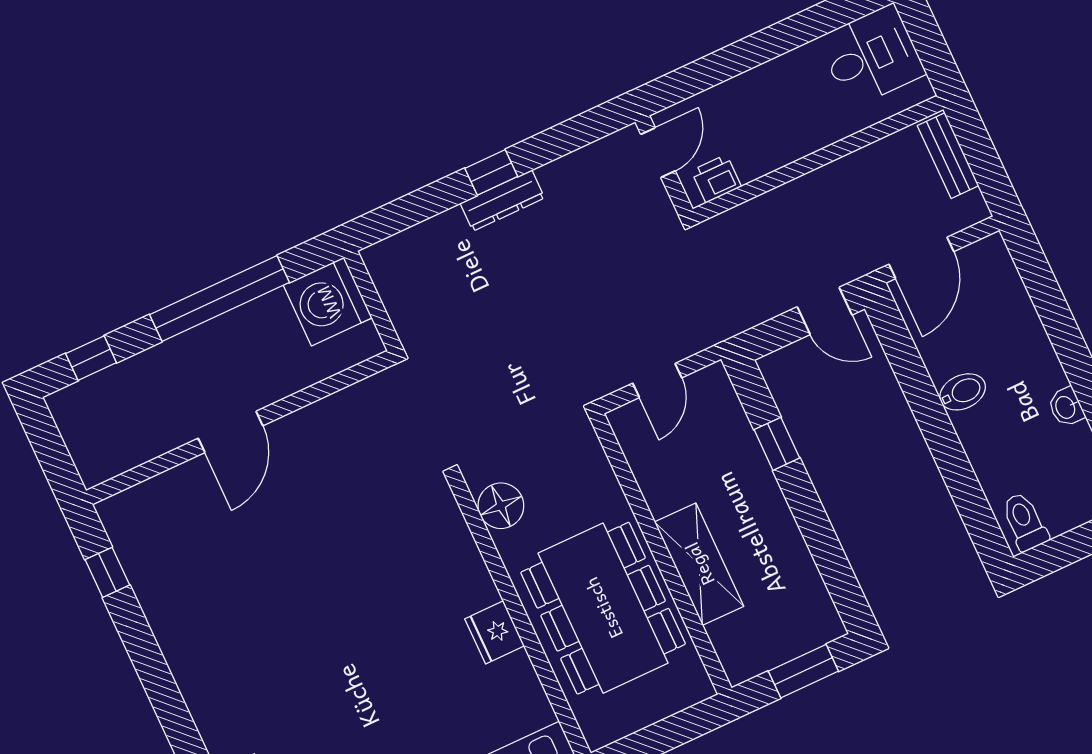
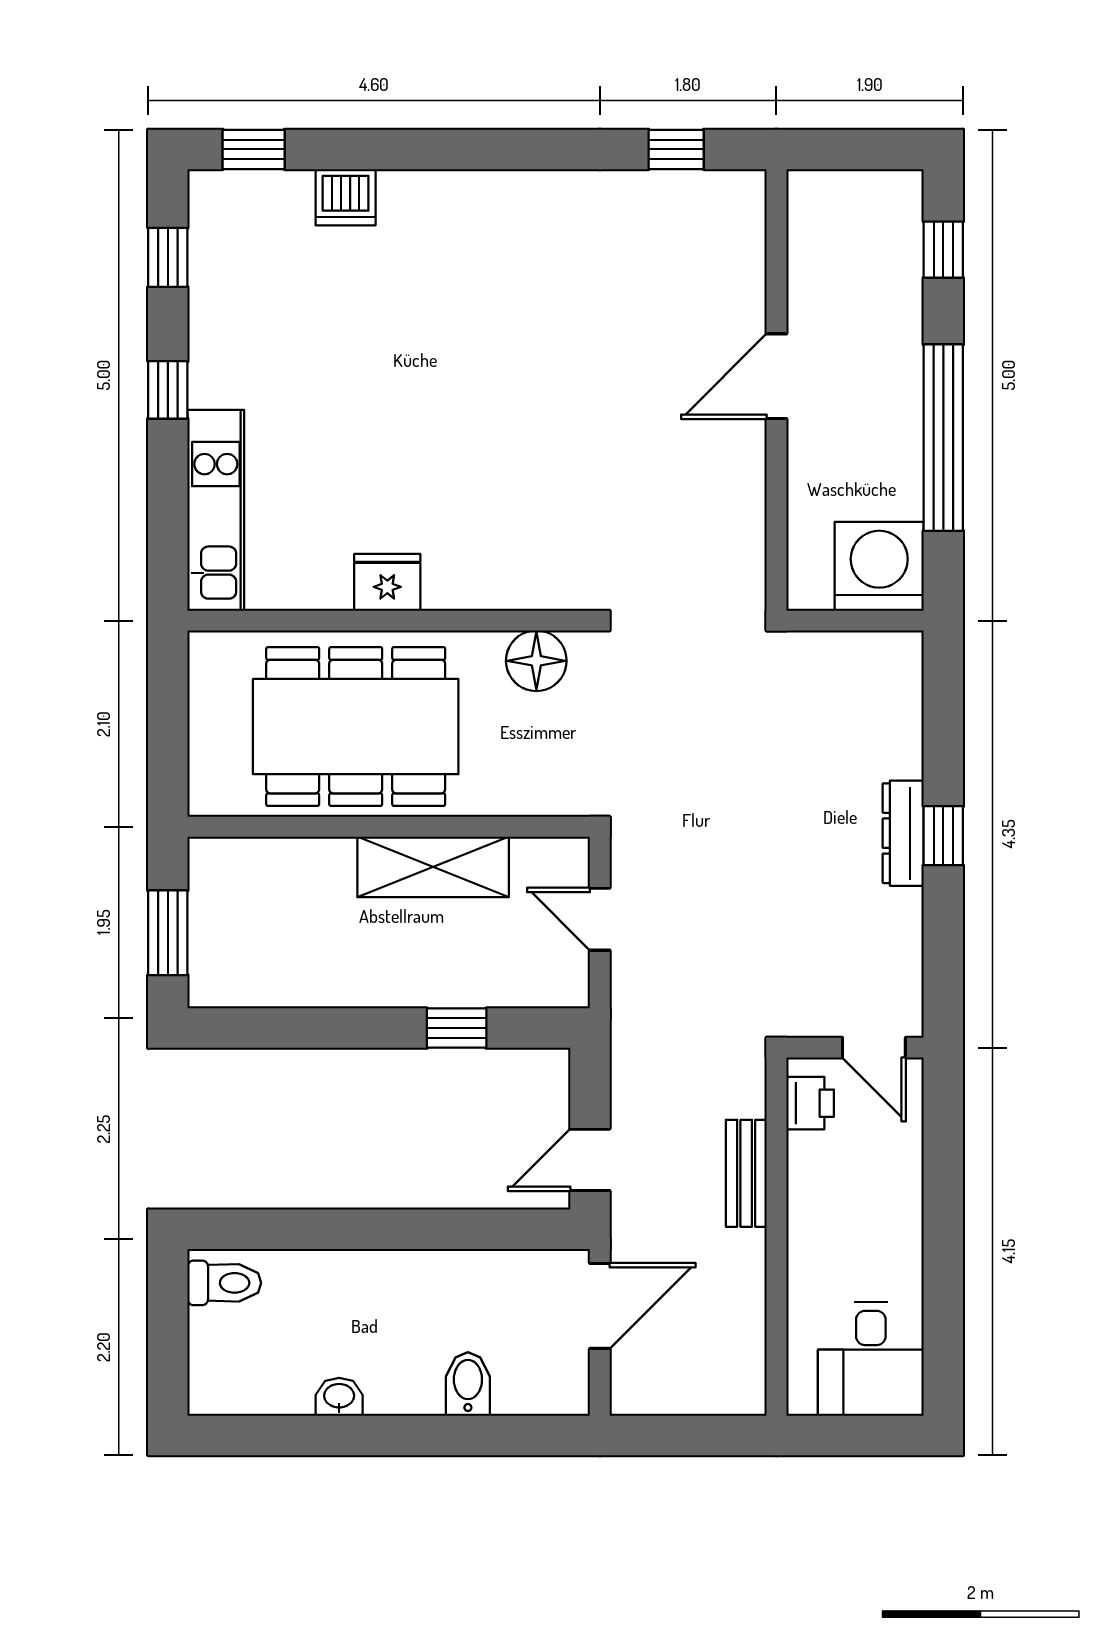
bench: (948, 156) -> (746, 1173), moved, turned 90
door: (921, 258) -> (600, 1306), swing flipped
bidet: (963, 392) -> (468, 1384), moved, turned 180
door: (230, 432) -> (776, 376), hinge flipped
shelving: (699, 564) -> (433, 867), moved

